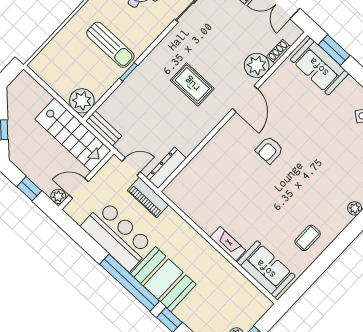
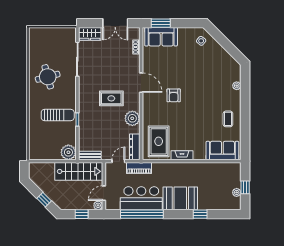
plant: (257, 65) -> (132, 118), moved
rug: (201, 188) -> (159, 141), added
fireplace: (228, 244) -> (182, 155), moved
window: (130, 283) -> (142, 214), moved

